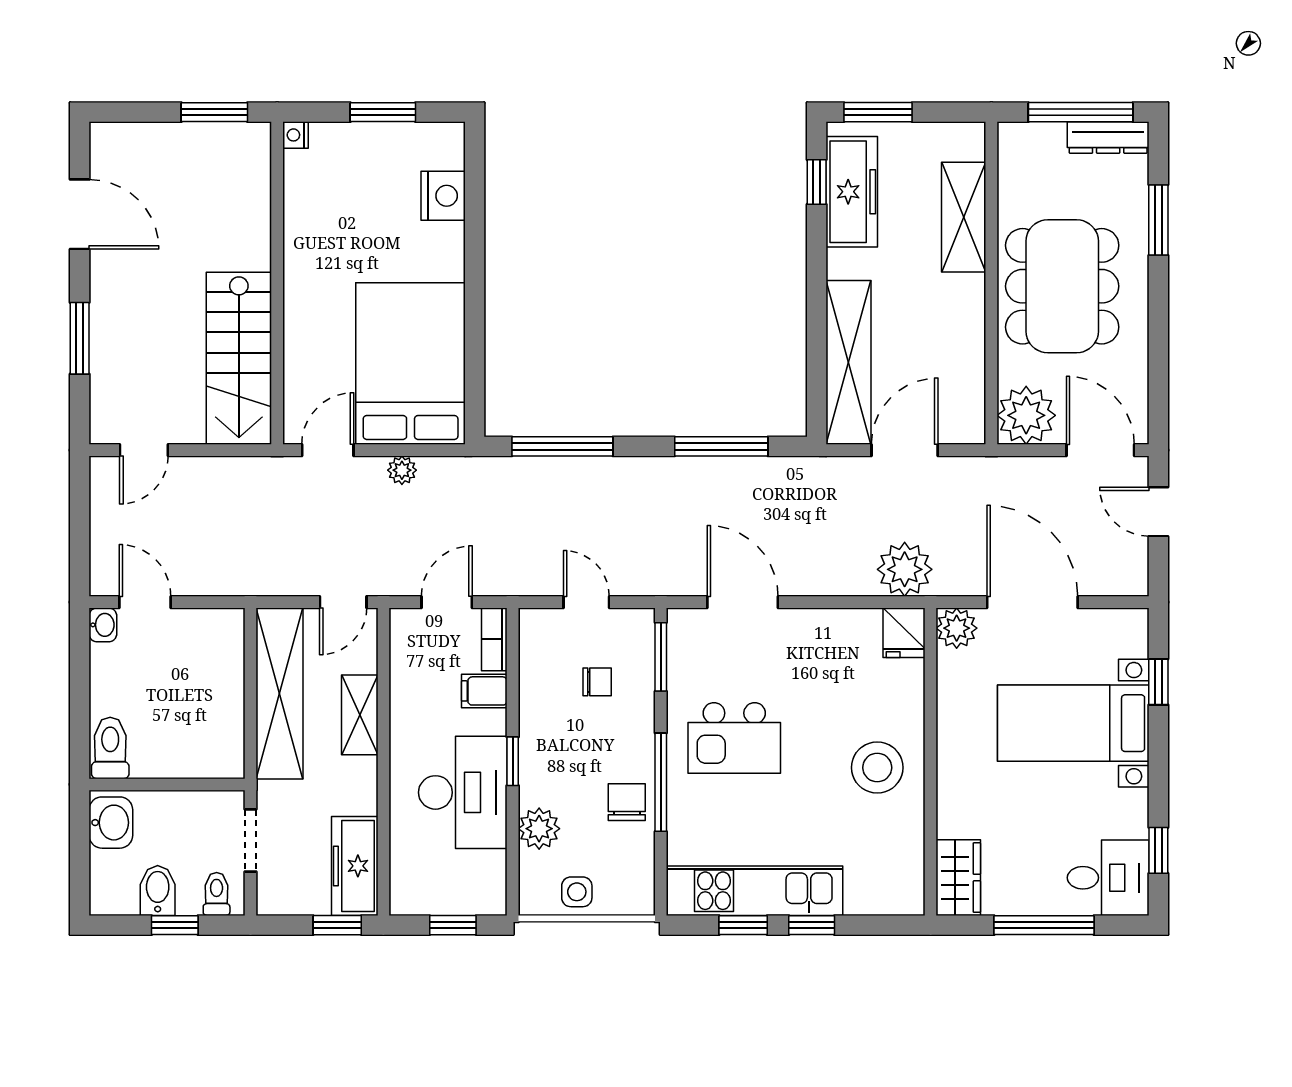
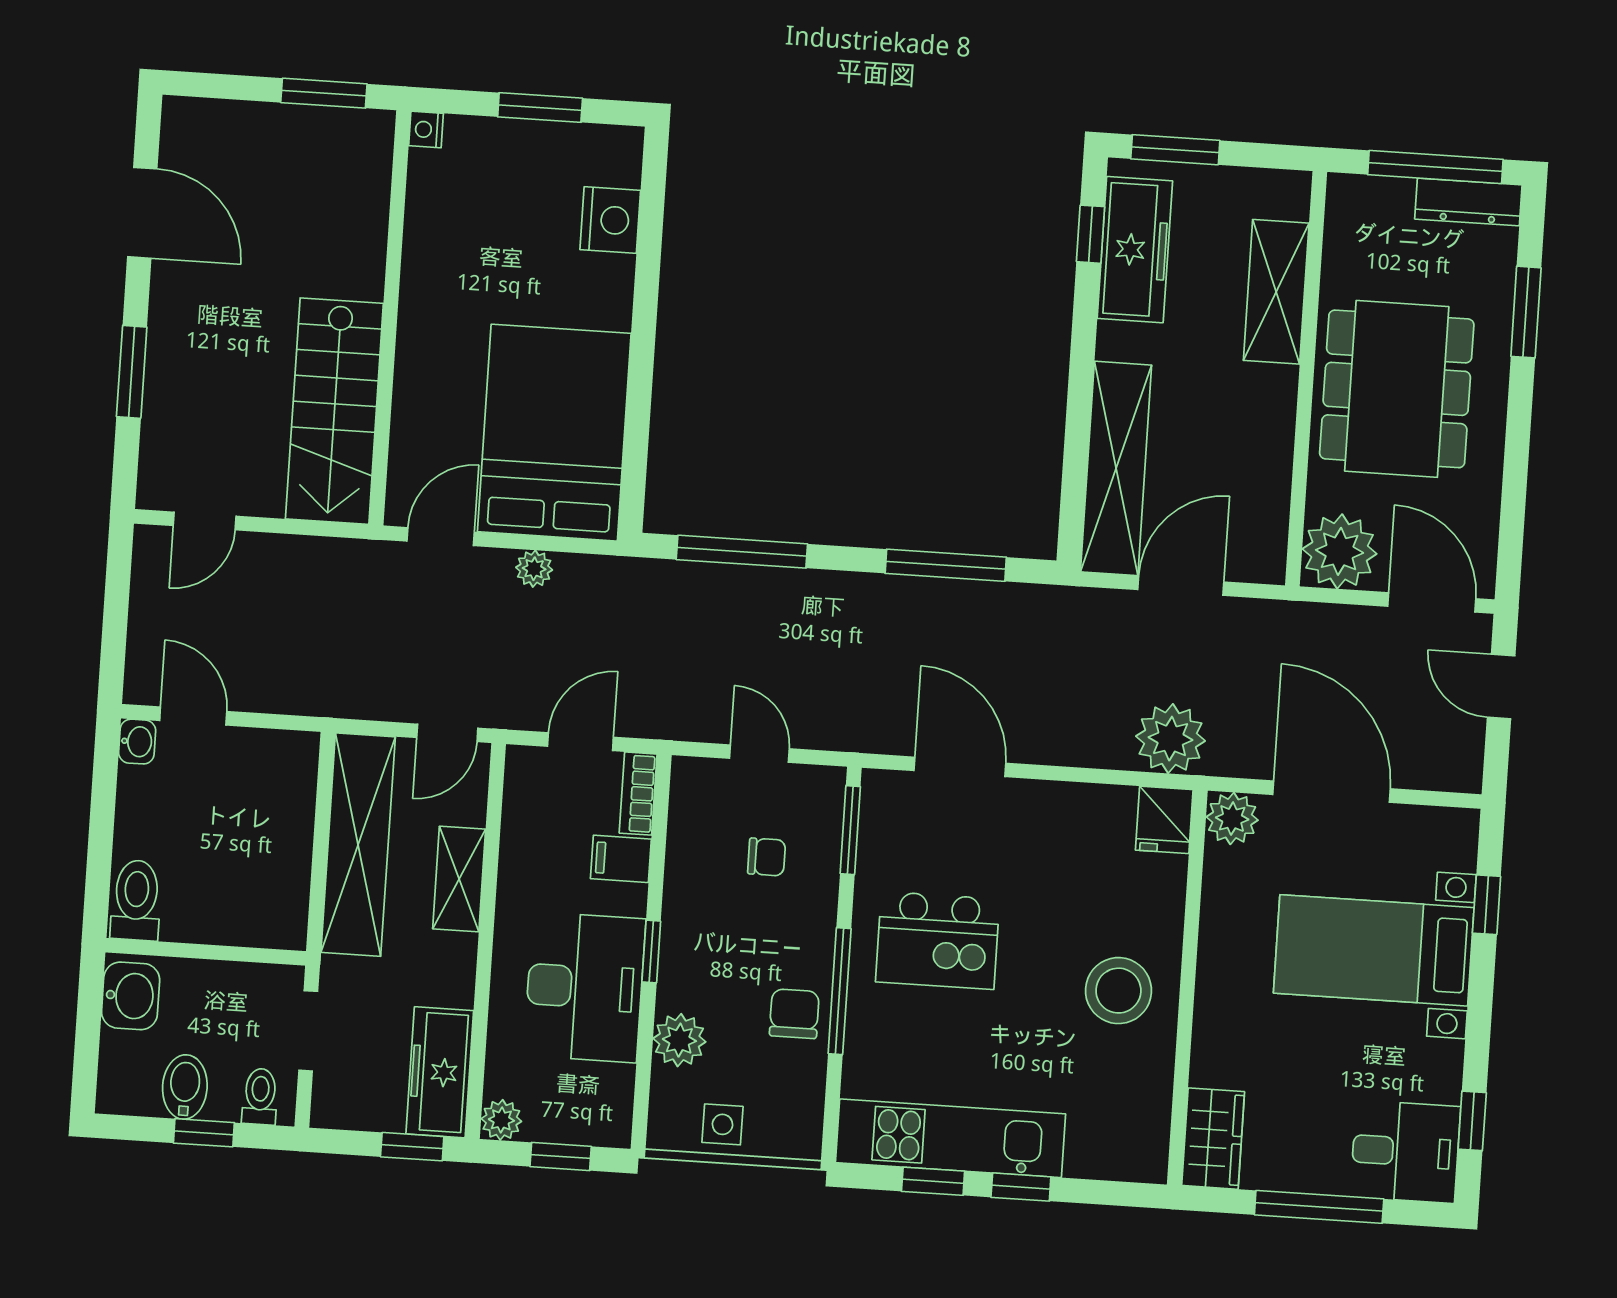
plant: (405, 900) -> (501, 1120), added

